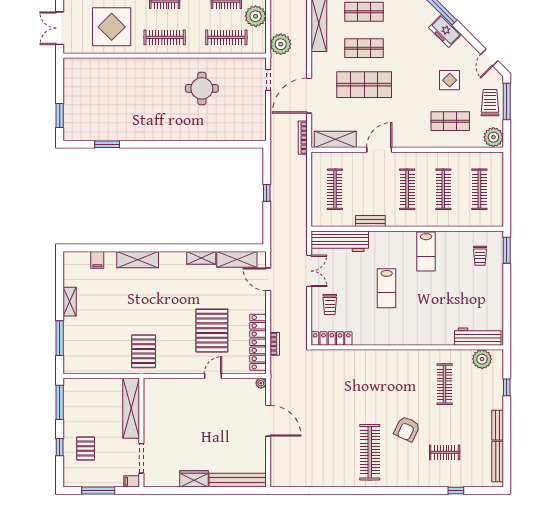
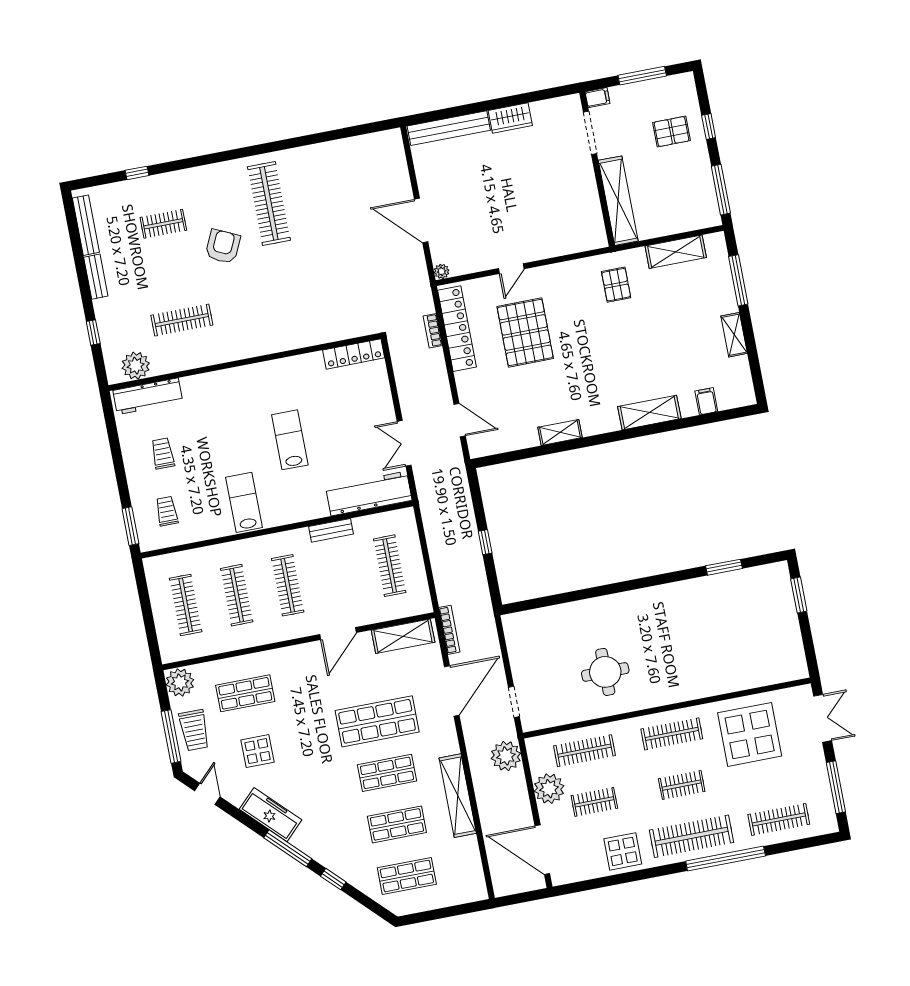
freezer: (445, 31) -> (270, 815), width x1.40
shelving: (237, 259) -> (676, 252), moved
trolley: (330, 305) -> (163, 453), moved
pallet: (144, 351) -> (616, 285), width x0.67, depth x0.71
clothes rail: (445, 384) -> (182, 320), turned 90
pallet: (86, 448) -> (671, 132), turned 90

